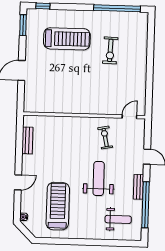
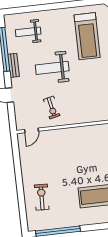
exercise bike: (110, 50) -> (42, 197), moved
weight bench: (99, 179) -> (52, 68), turned 90

